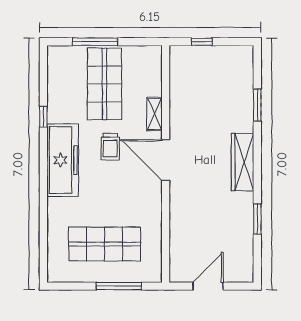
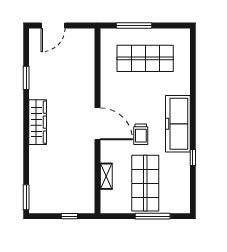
window: (257, 105) -> (26, 197), moved
shelving: (154, 114) -> (106, 176), moved
trolley: (110, 147) -> (141, 134), turned 180
door: (208, 286) -> (53, 25), moved

